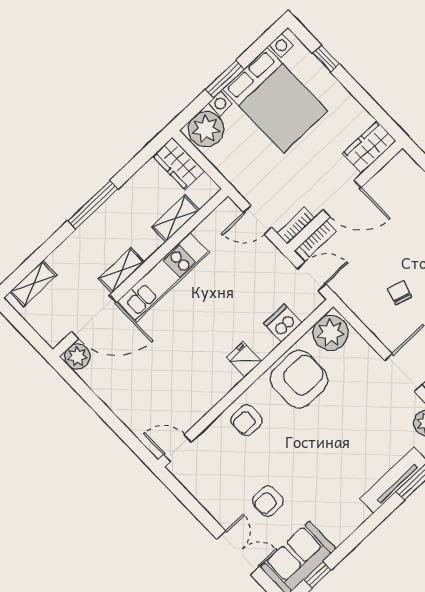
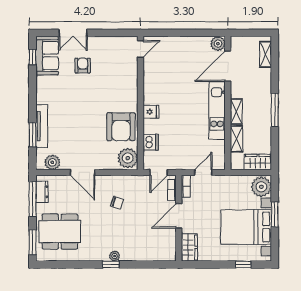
shelving: (121, 270) -> (236, 112), moved
armchair: (246, 420) -> (125, 89), removed

